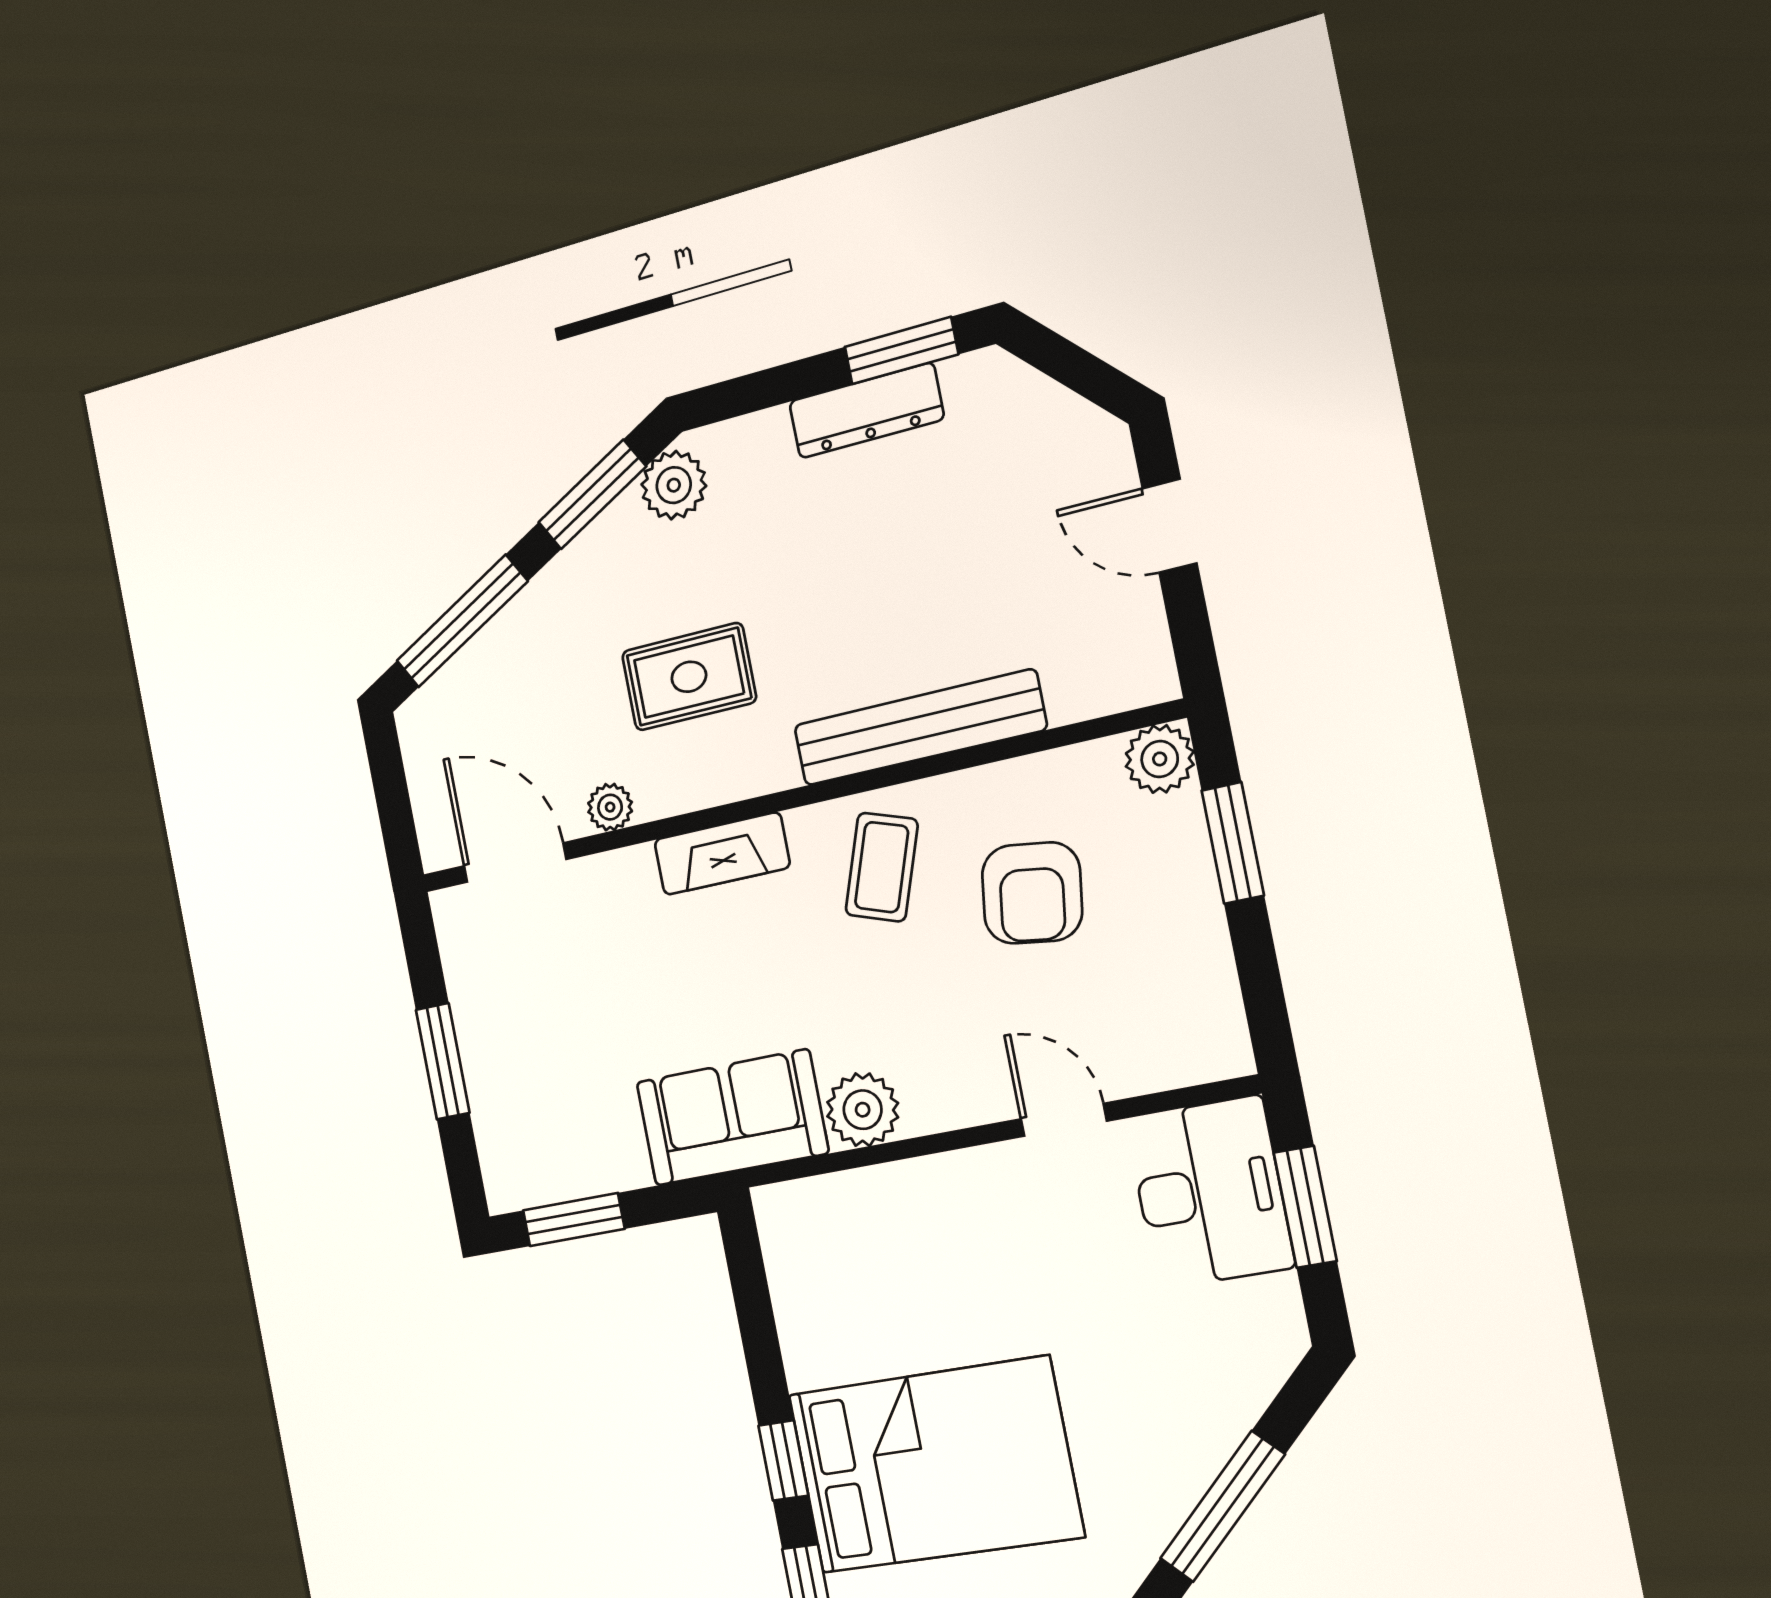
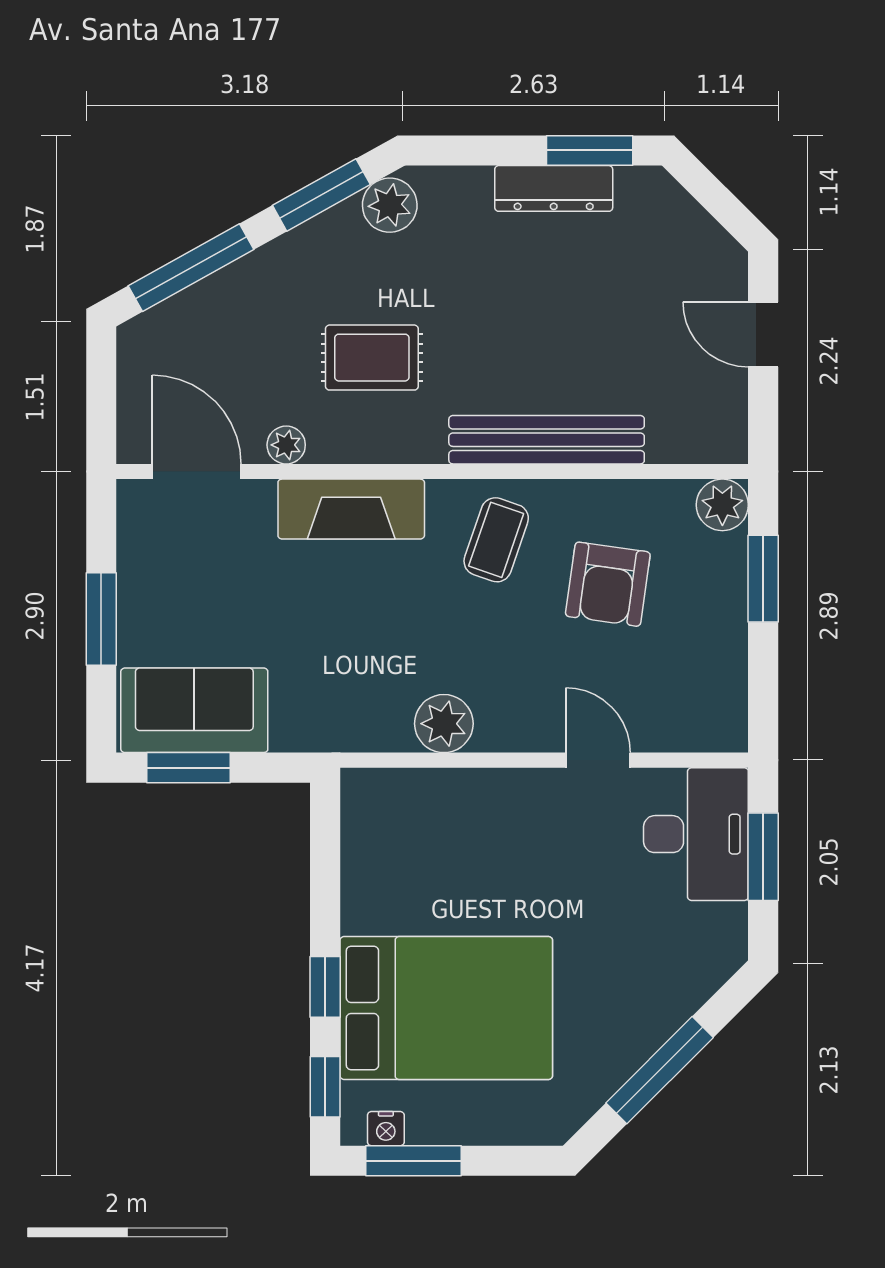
fireplace: (722, 854) -> (351, 509), width x1.37, depth x1.32
sofa: (732, 1118) -> (194, 710), moved

